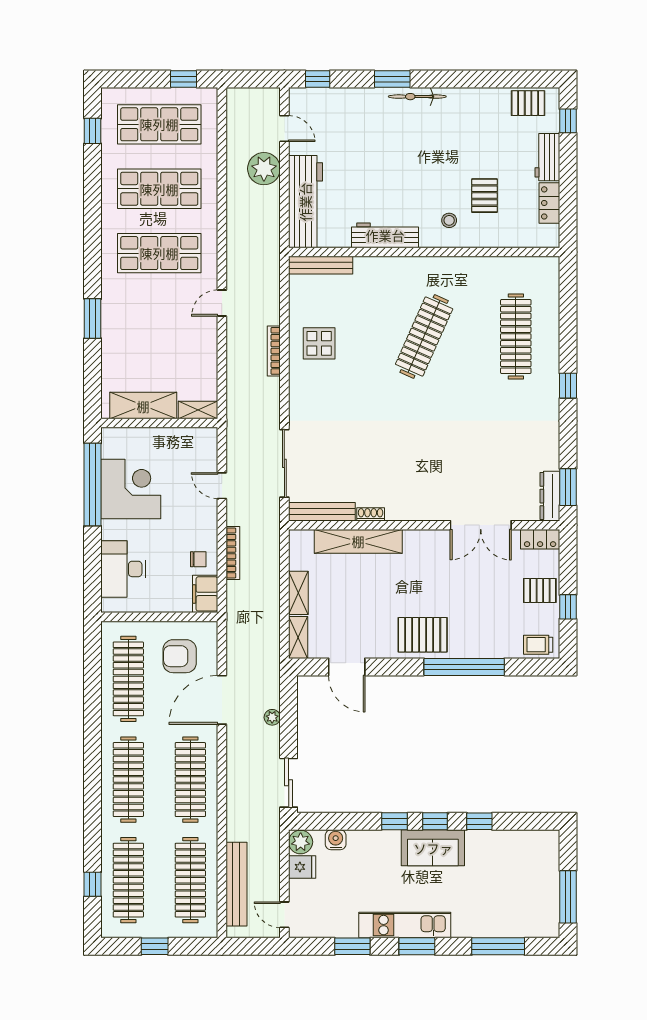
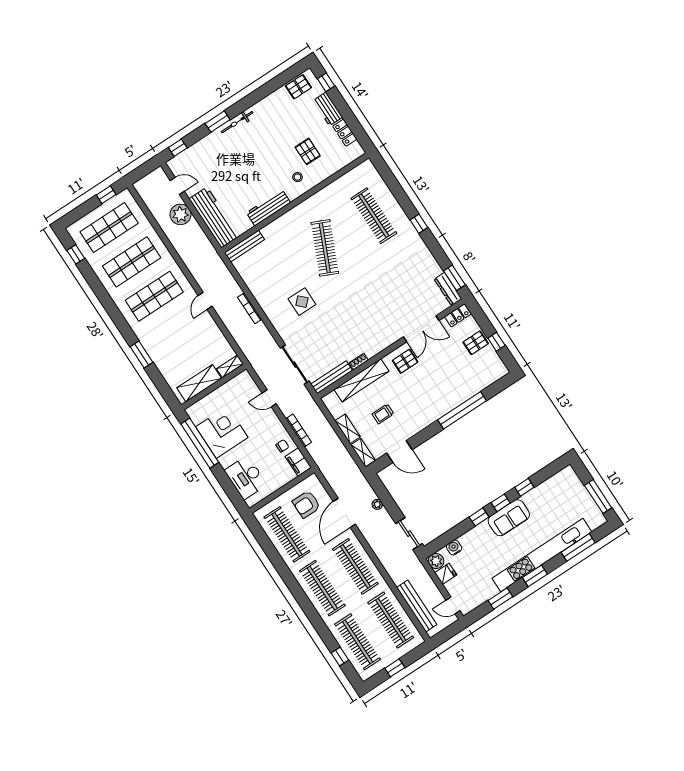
display table: (319, 343) -> (302, 302), moved
pallet: (423, 635) -> (405, 361), moved, width x0.67, depth x0.71
trolley: (538, 645) -> (383, 414), moved
kitchen unit: (405, 925) -> (542, 555), width x1.86

